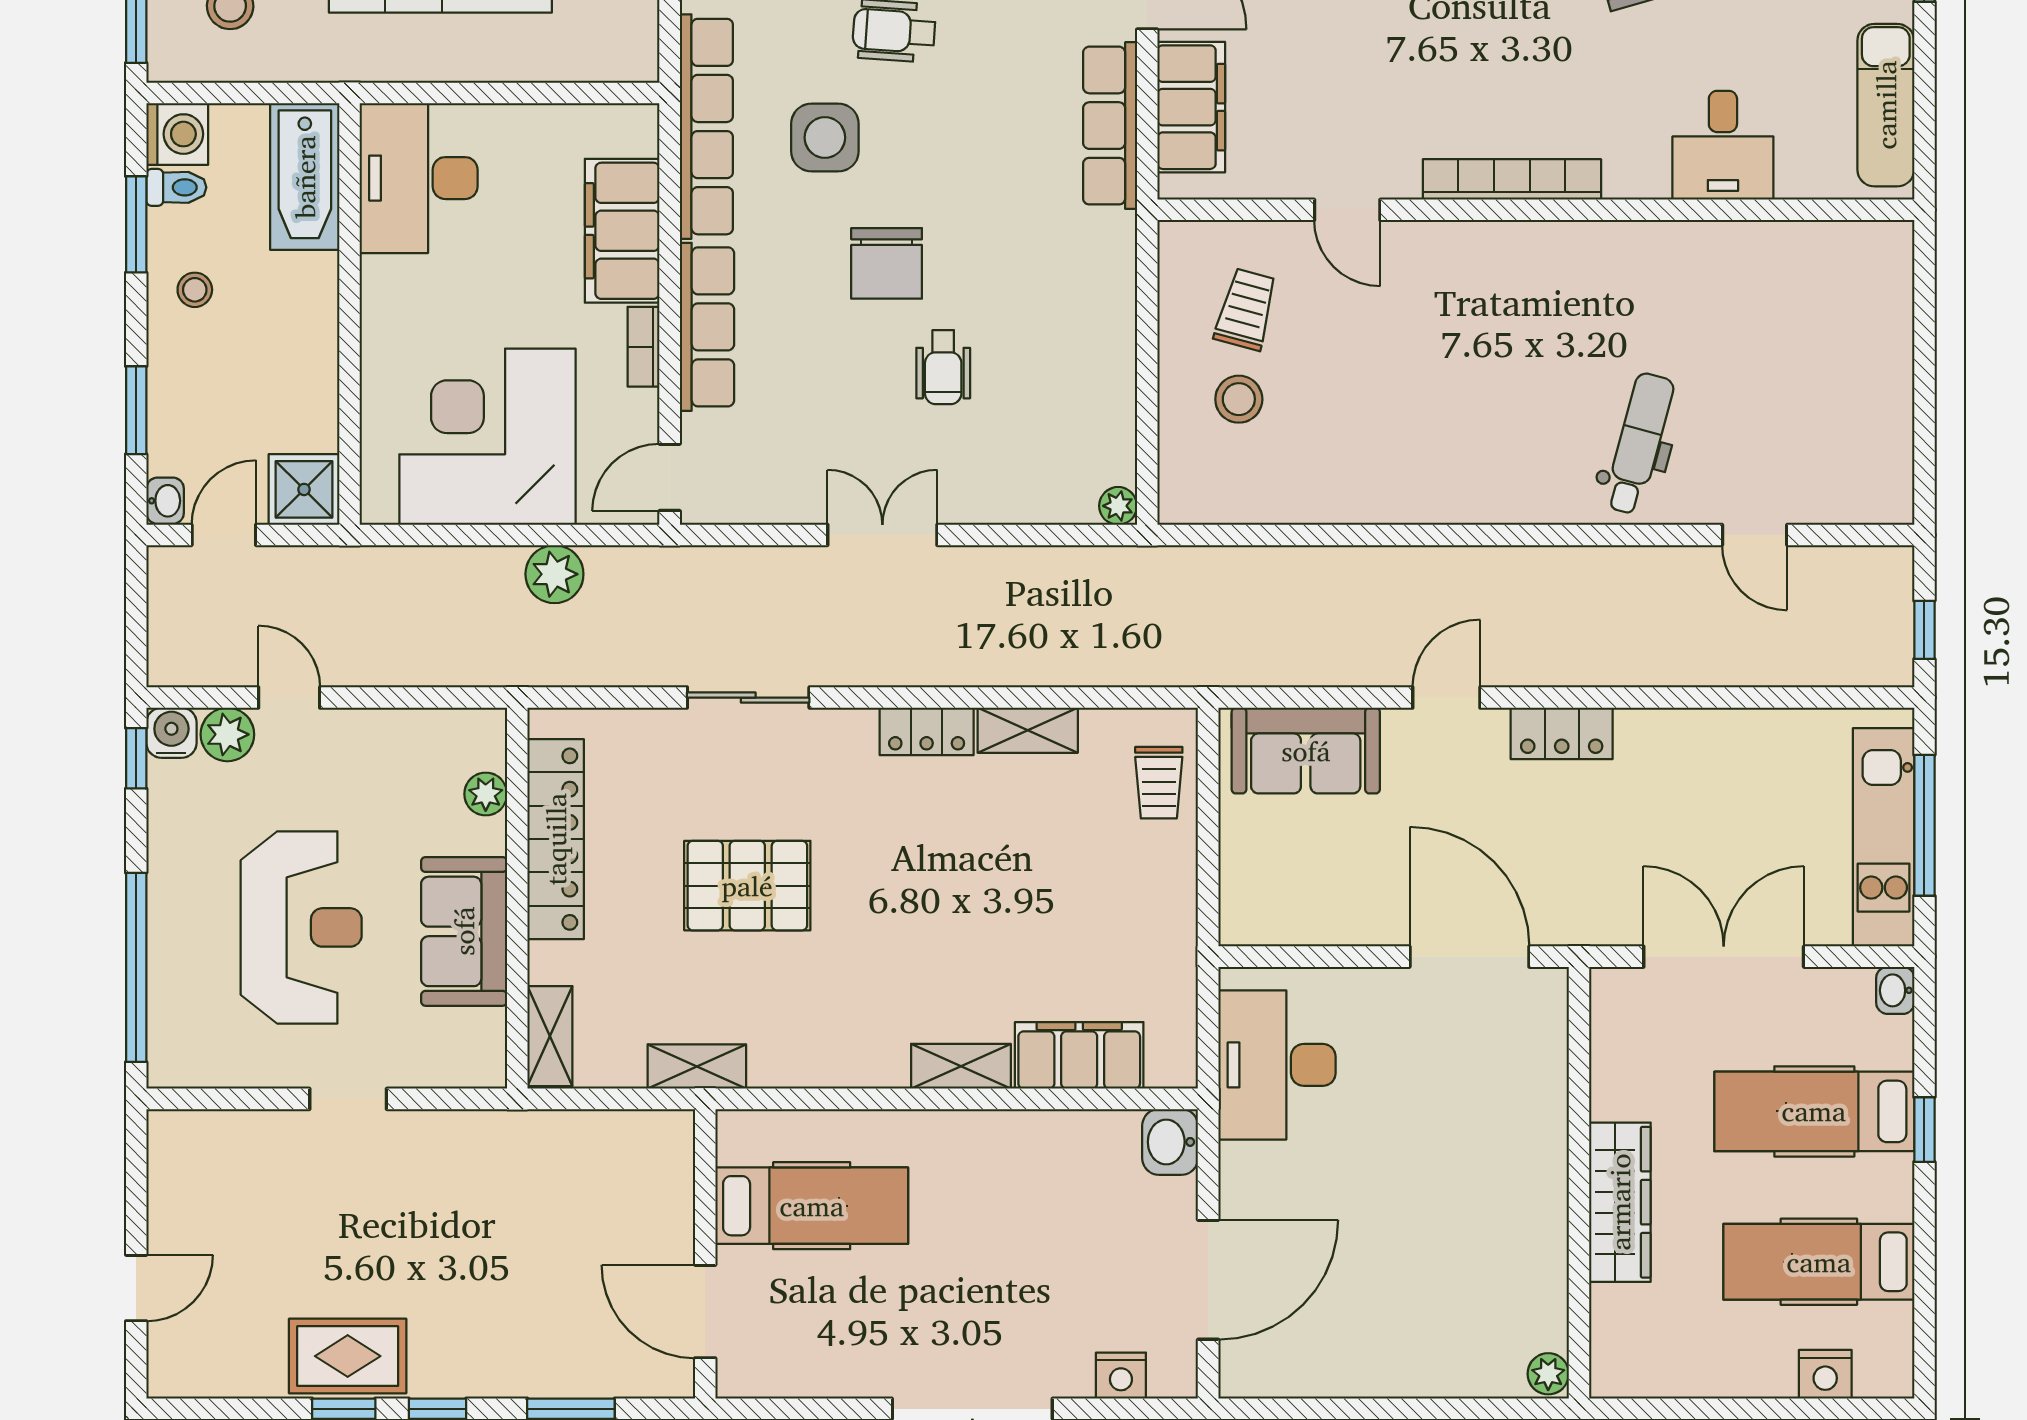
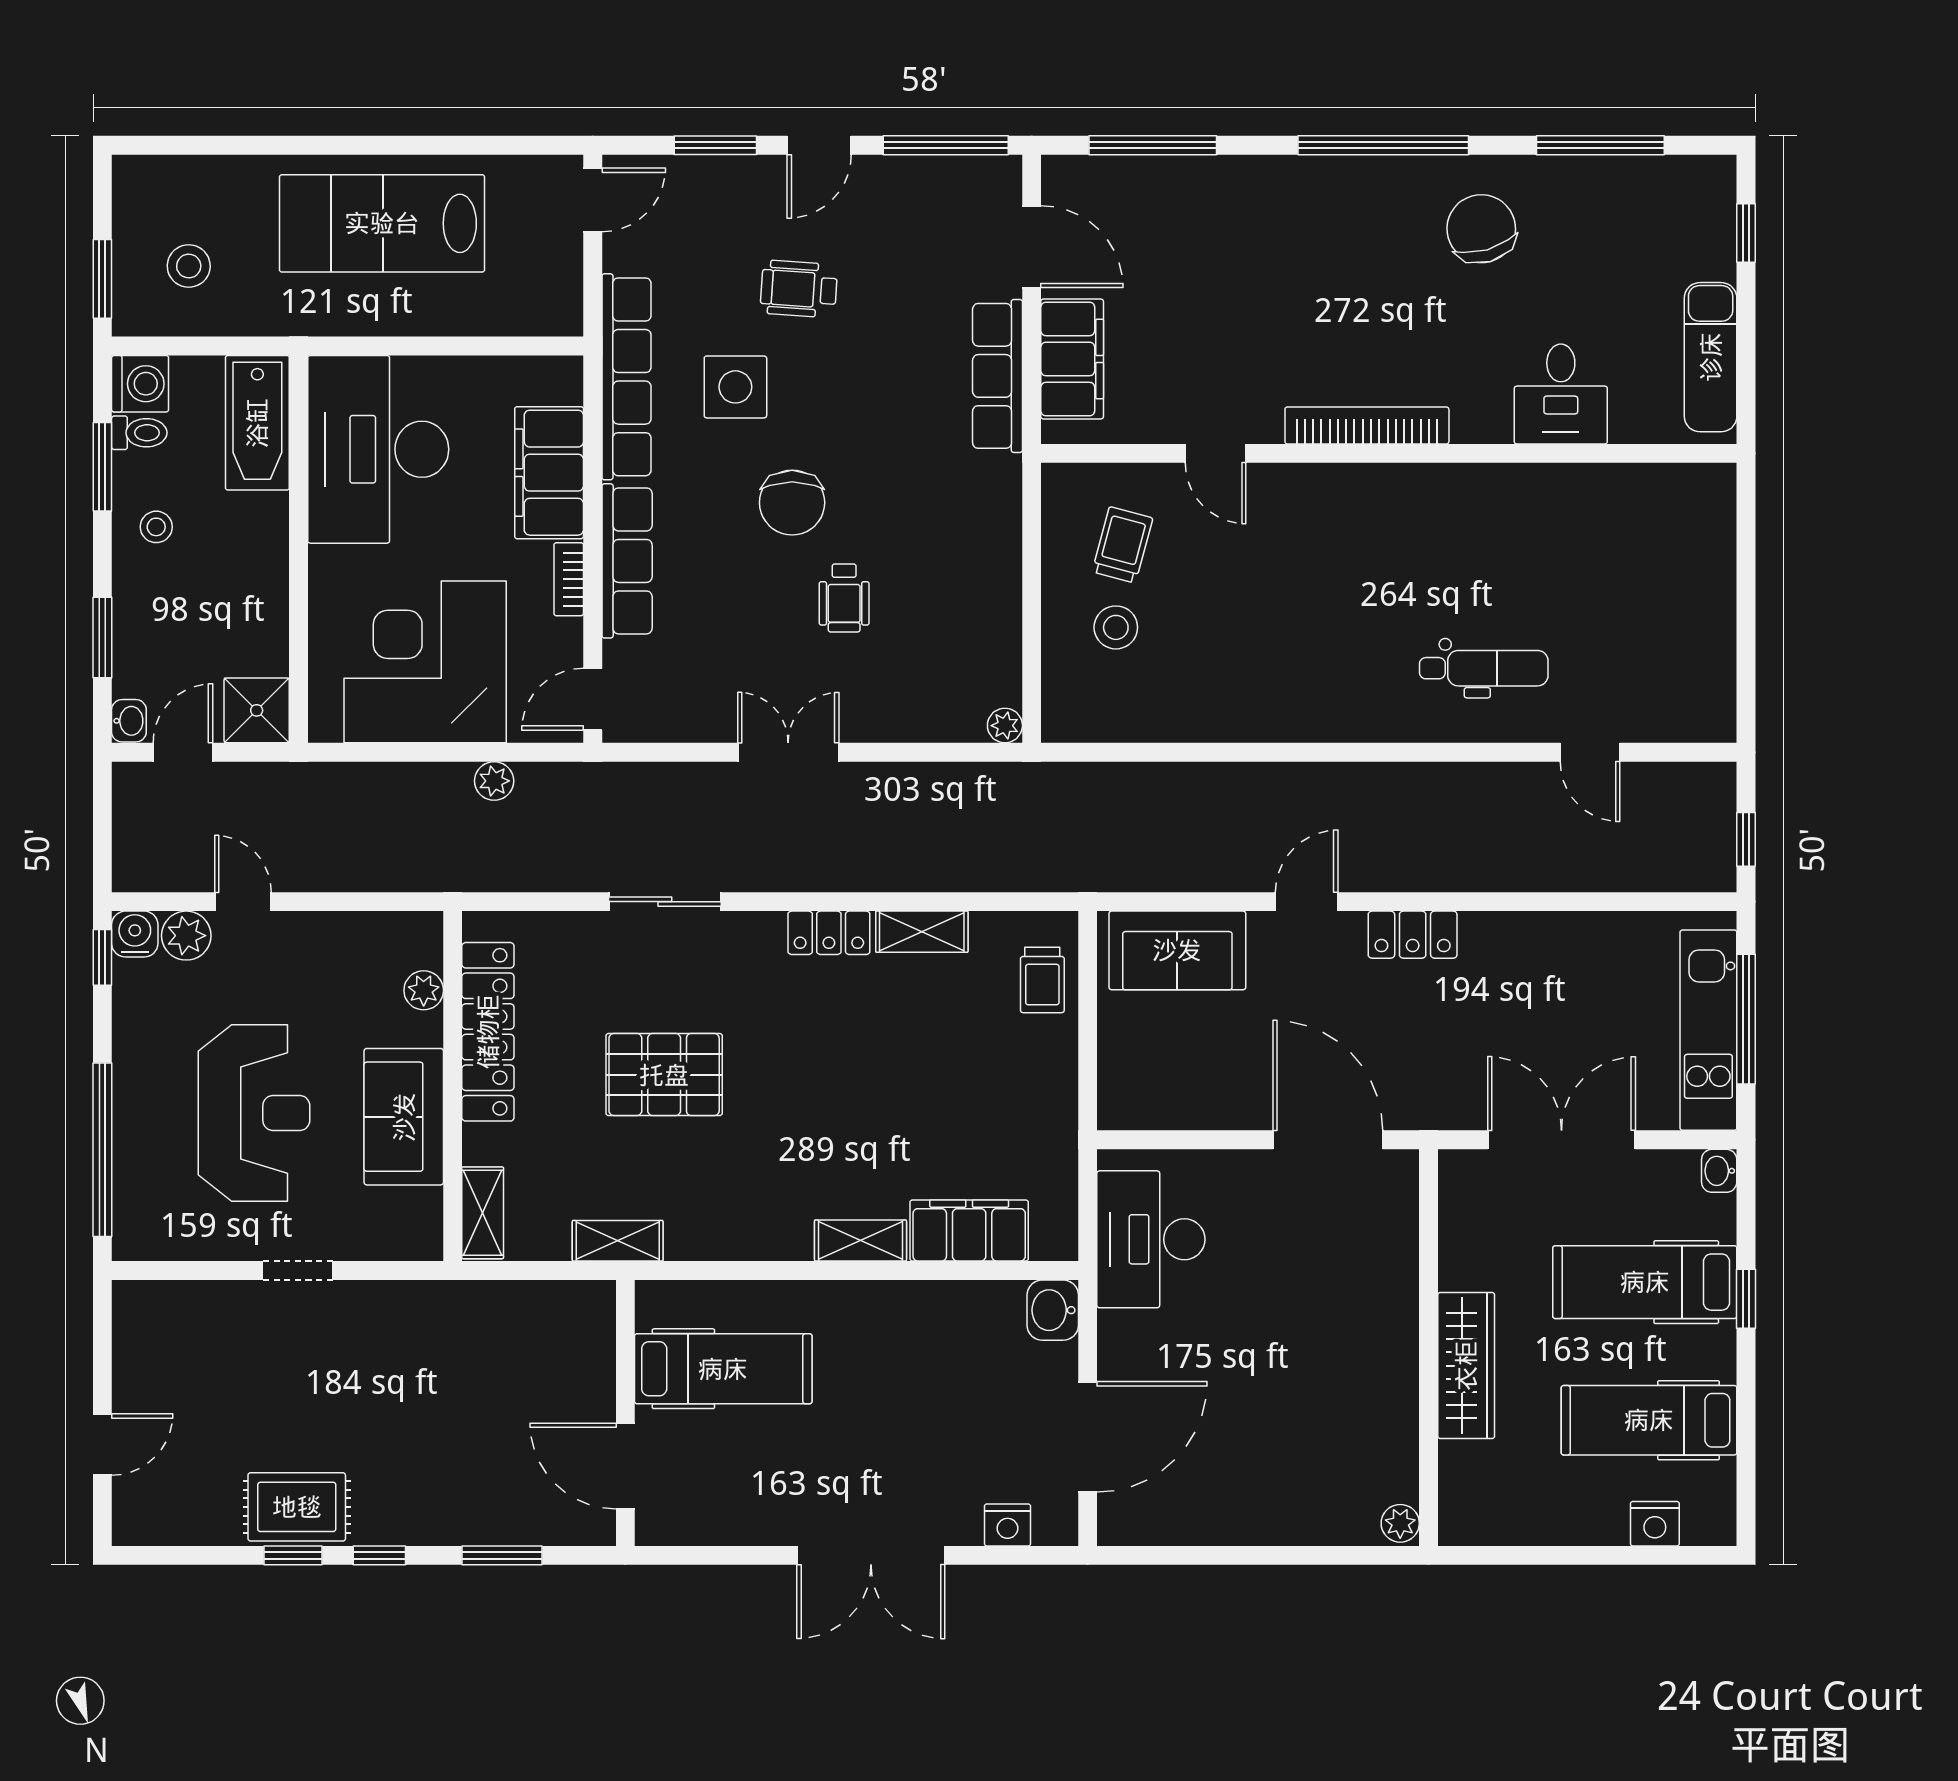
desk: (419, 178) -> (378, 449), width x1.36, depth x1.30
dental chair: (1639, 444) -> (1484, 668), turned 75
plant: (554, 574) -> (494, 781), width x0.73, depth x0.73

